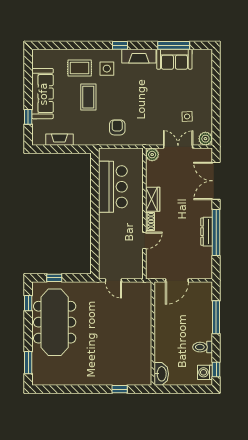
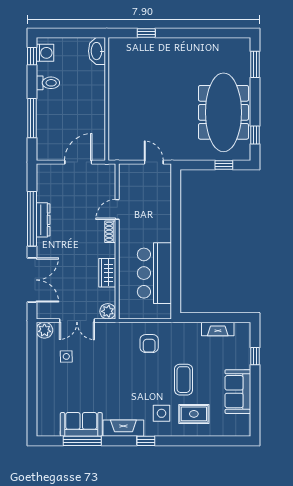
sofa: (43, 94) -> (238, 392), width x0.73
wardrobe: (153, 199) -> (107, 273), moved

